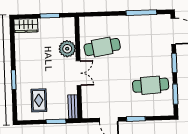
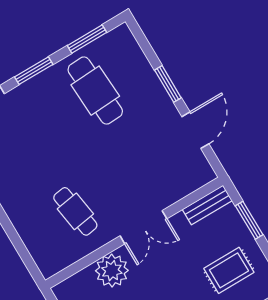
cafe table: (102, 47) -> (75, 211), width x0.73, depth x0.74
double door: (79, 73) -> (143, 227), swing flipped

